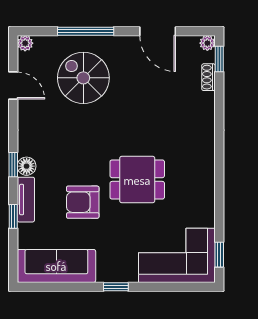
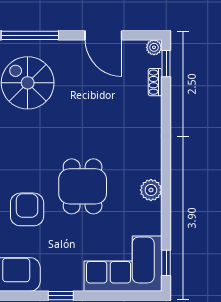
dining table: (137, 180) -> (83, 186), turned 90
plant: (204, 183) -> (151, 190), added
armchair: (83, 202) -> (27, 209), turned 90

